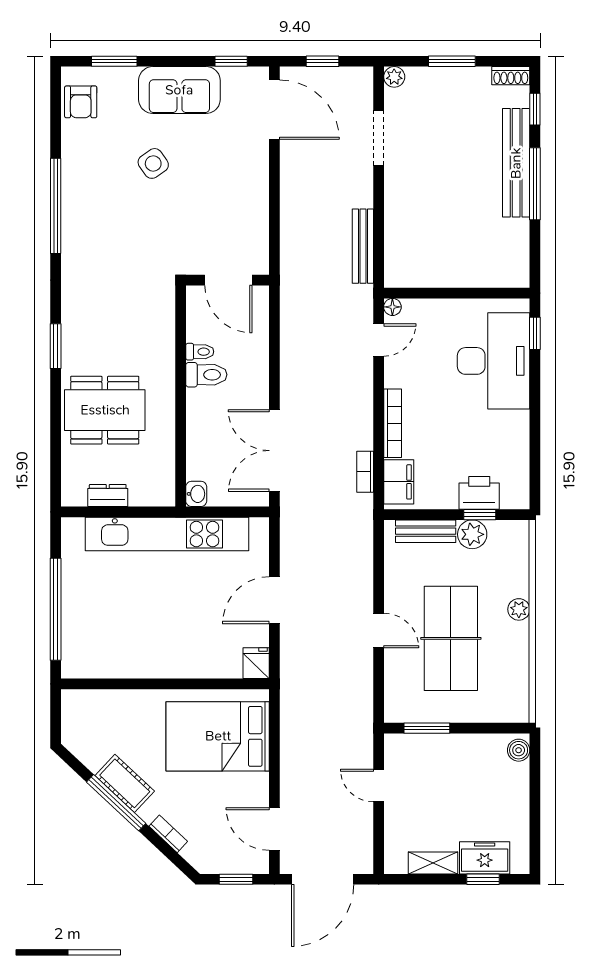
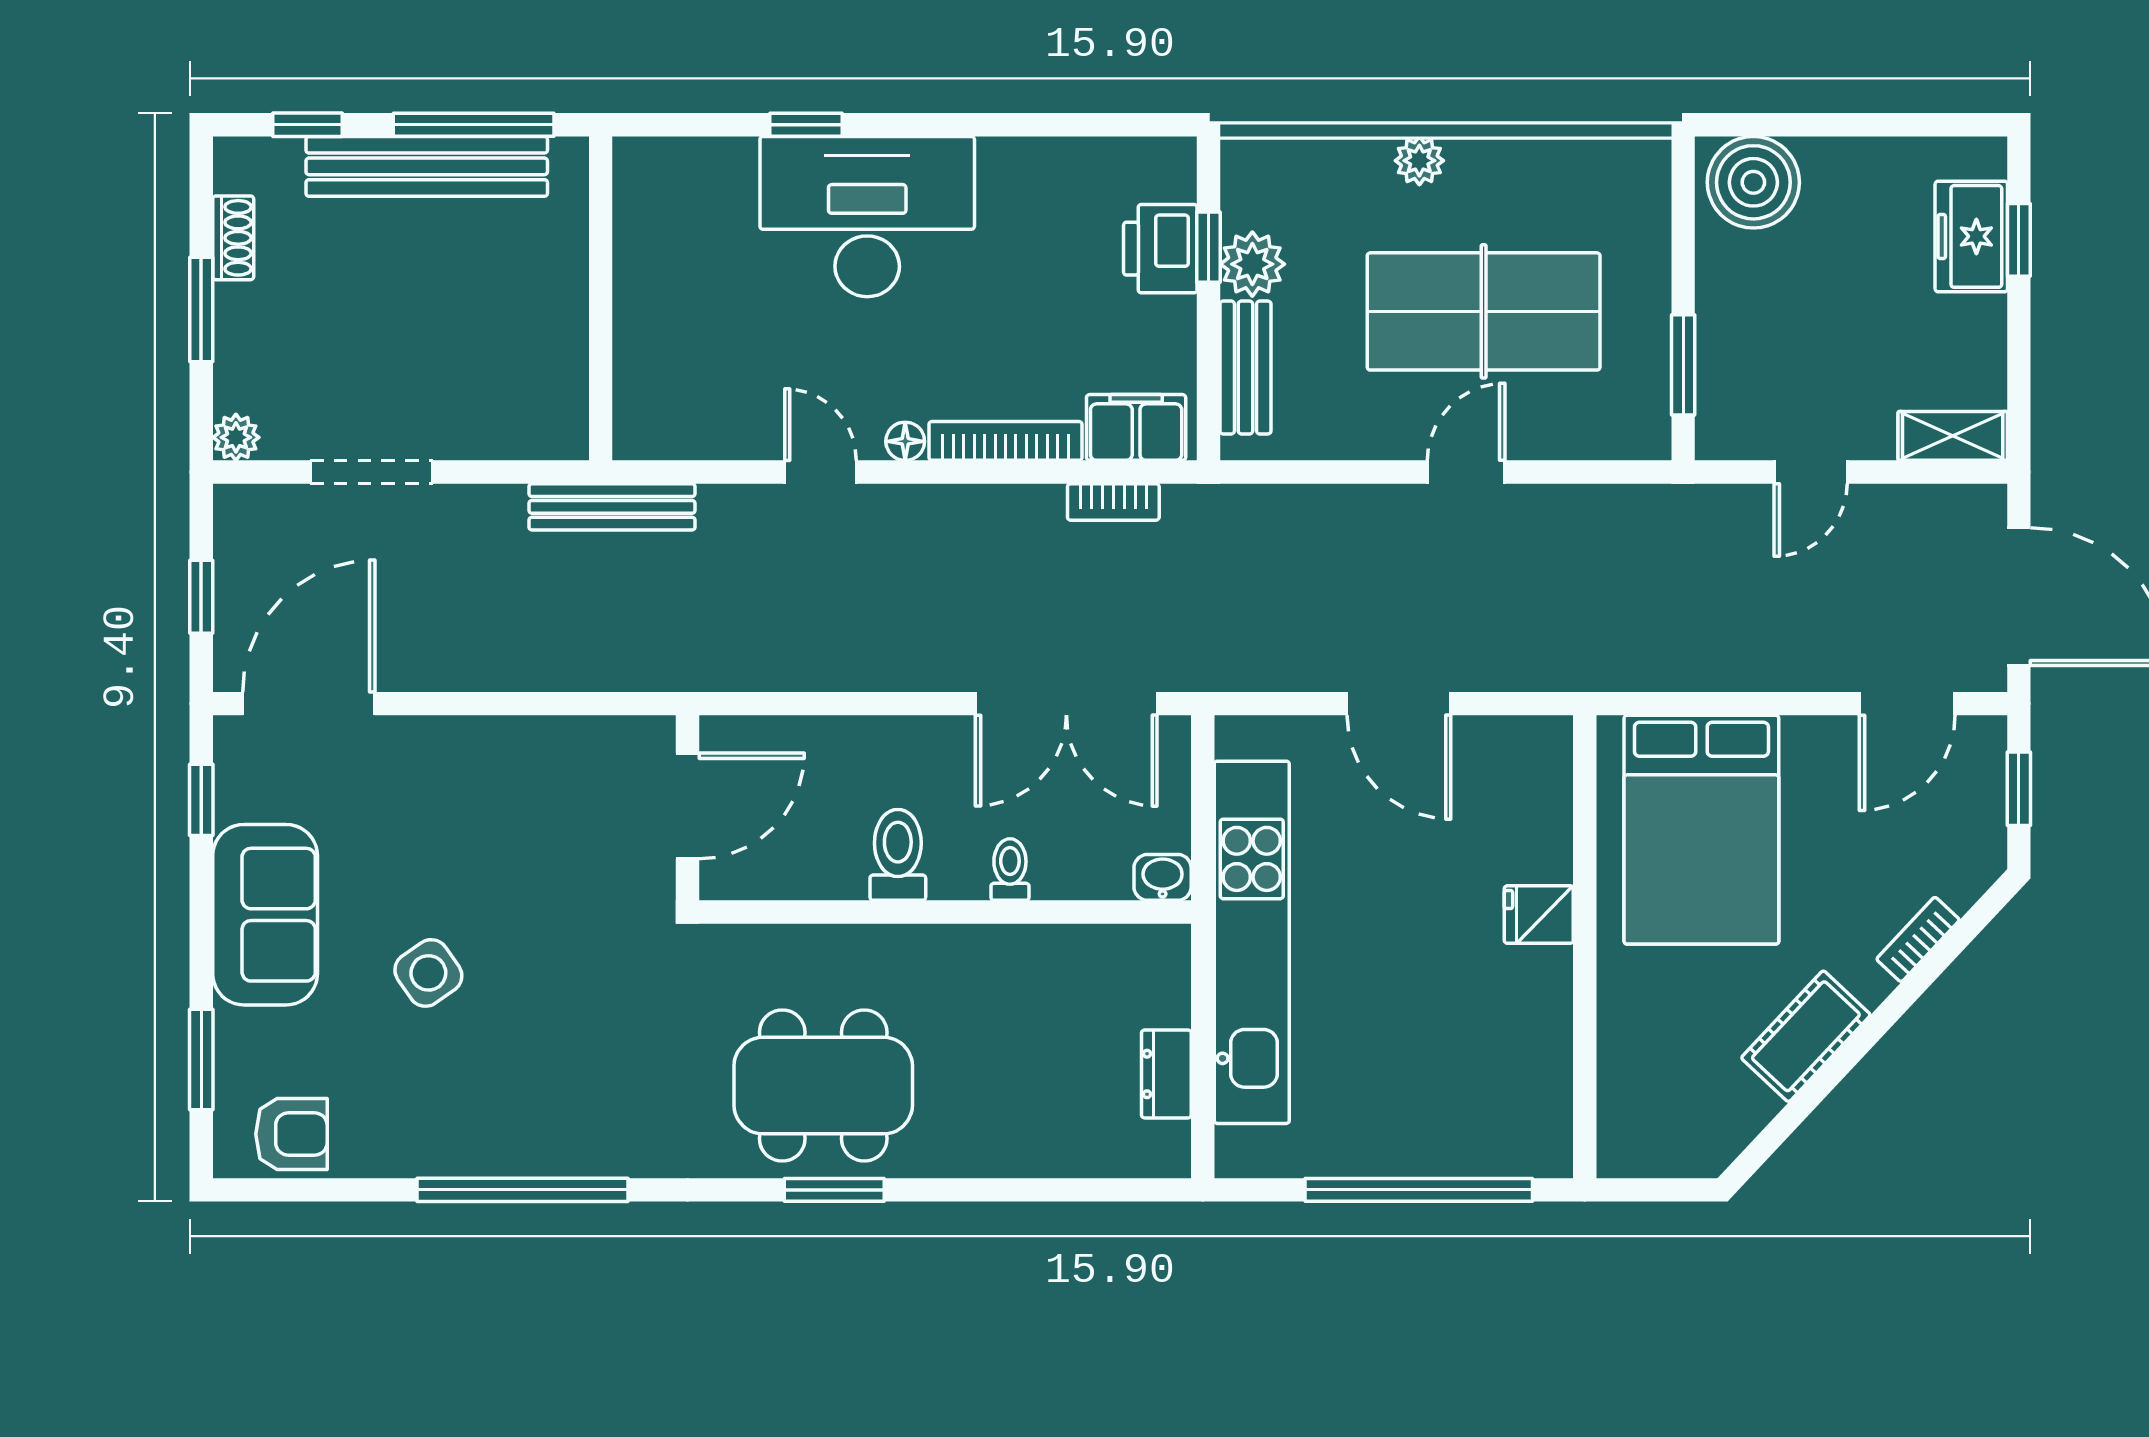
shoe rack: (511, 76) -> (233, 238), moved
wall: (457, 293) -> (601, 298), moved
floor lamp: (392, 307) -> (905, 441), moved
toilet: (200, 352) -> (1010, 870), moved
dining table: (105, 410) -> (823, 1086), moved, turned 90
fridge: (256, 663) -> (1539, 915), moved
boiler: (519, 750) -> (1753, 182), width x1.86, depth x1.86
window: (116, 803) -> (1849, 1055), removed
shelving: (433, 863) -> (1953, 436), moved, turned 90

